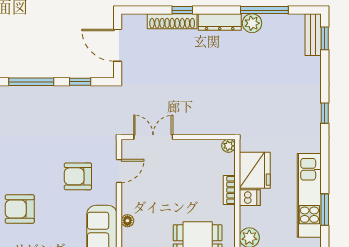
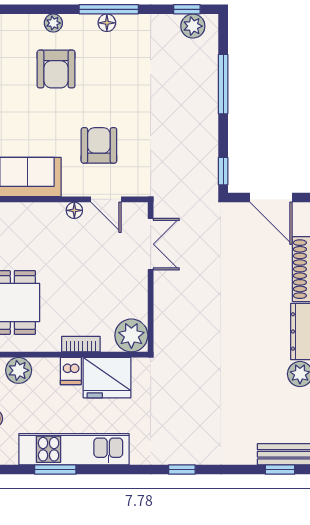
door: (118, 45) -> (271, 198), swing flipped
window: (80, 82) -> (223, 171), moved
plant: (228, 146) -> (131, 335), width x1.88, depth x1.88
armchair: (20, 209) -> (56, 69), turned 180
floor lamp: (127, 221) -> (74, 210), moved

